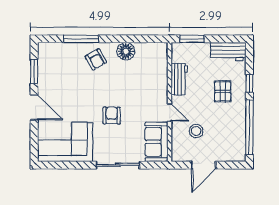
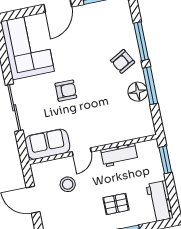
window: (123, 39) -> (150, 86), added

